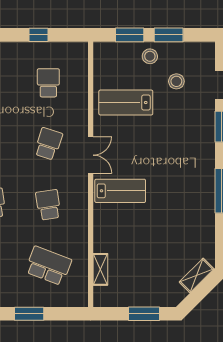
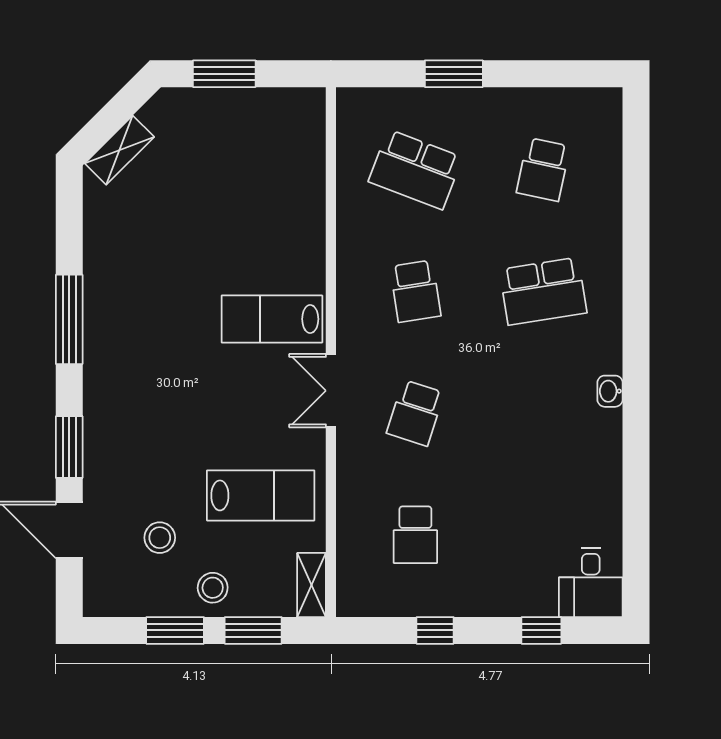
shelving: (100, 269) -> (311, 585), moved

